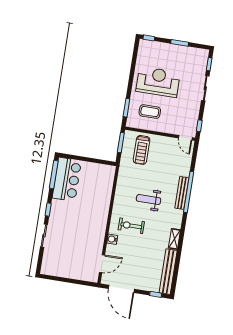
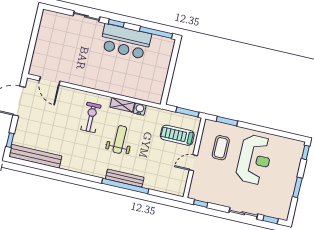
door: (185, 138) -> (193, 163), moved
bar counter: (67, 179) -> (126, 41), moved
water cooler: (112, 239) -> (140, 109), moved
shelving: (174, 239) -> (122, 105), moved

